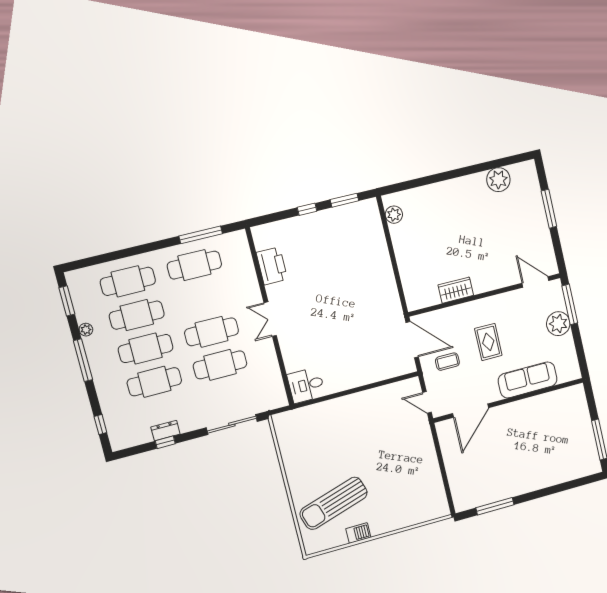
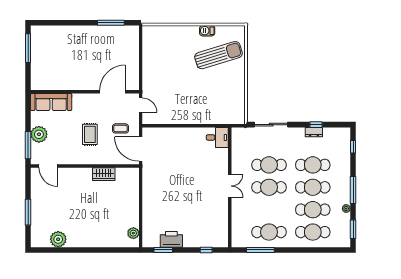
window: (307, 209) -> (206, 250), moved
printer: (272, 266) -> (171, 239), moved, turned 90
sofa: (528, 380) -> (51, 102), moved

